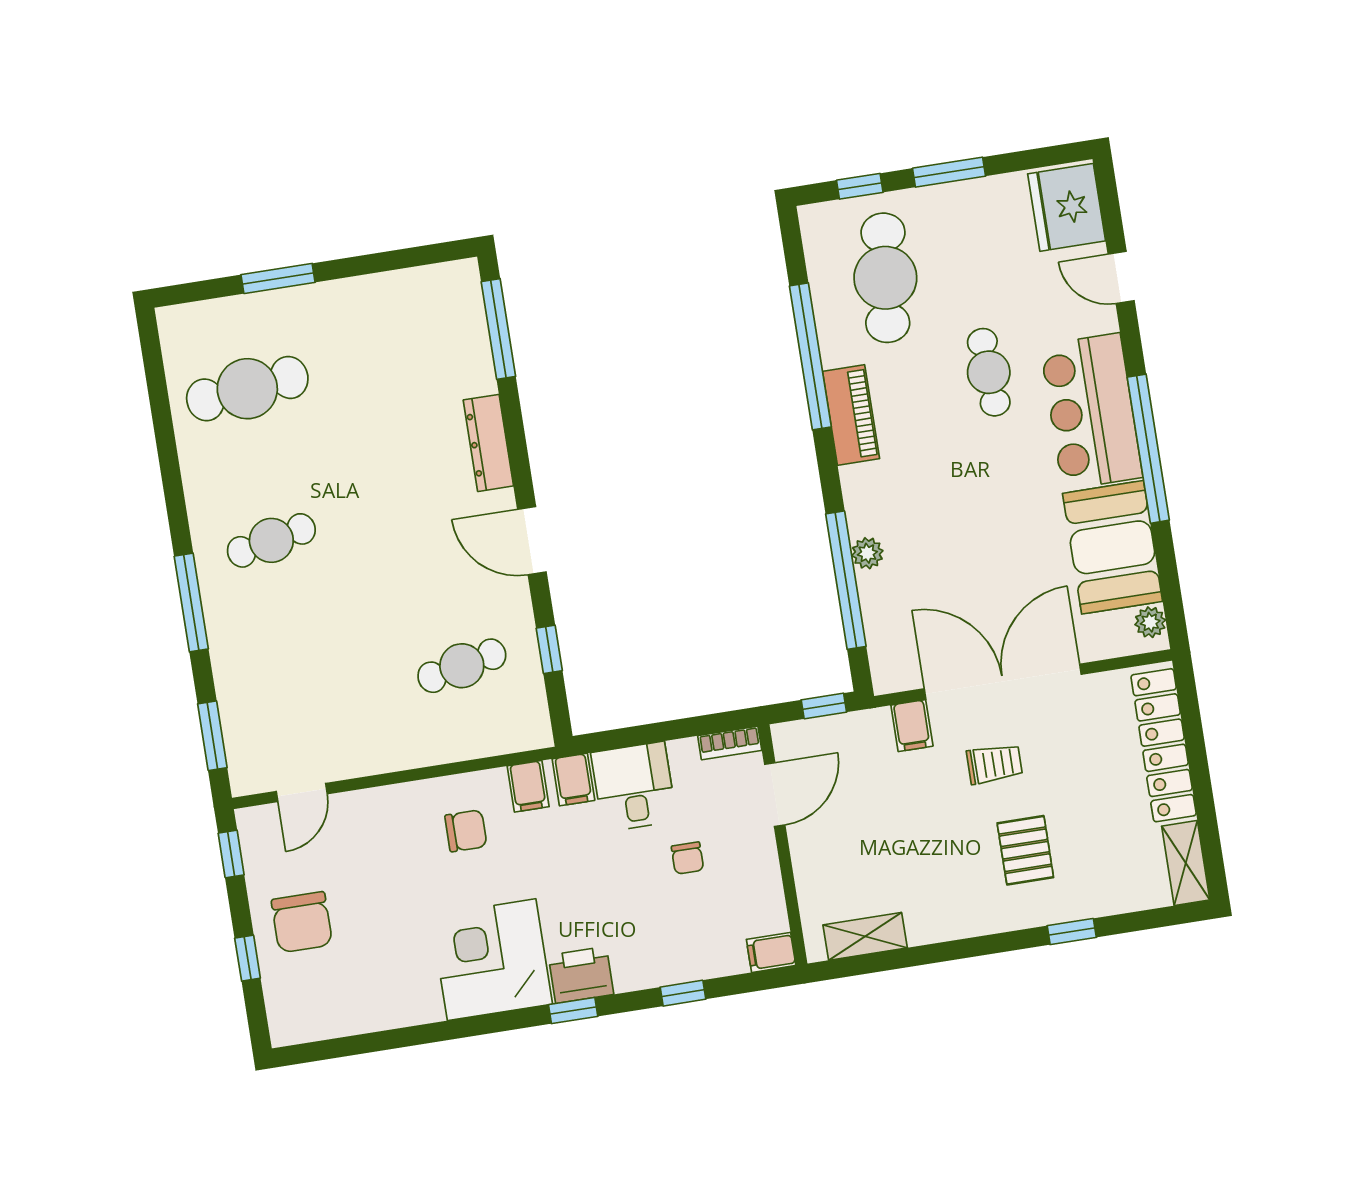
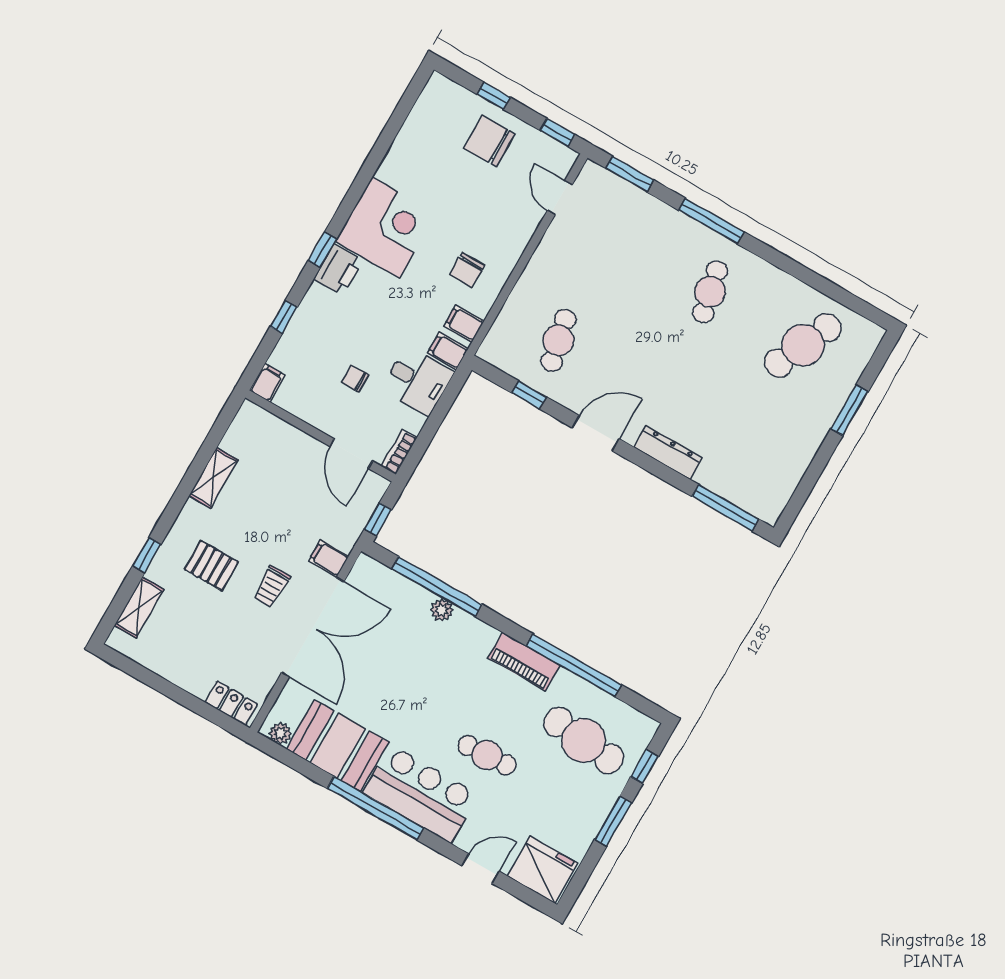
cafe table: (247, 389) -> (803, 345), turned 30
locker: (1164, 745) -> (231, 703), width x0.46, depth x0.83
shelving: (1186, 863) -> (139, 607), moved, turned 90
shelving: (865, 936) -> (213, 478), moved

